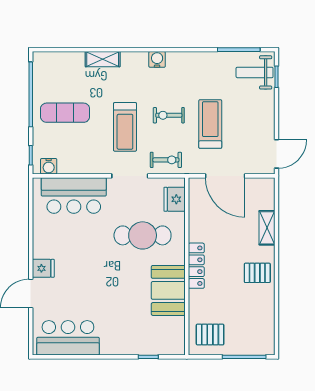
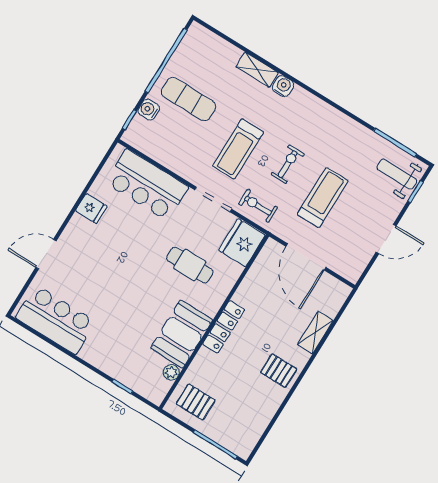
water cooler: (157, 59) -> (283, 86), moved
exercise bike: (169, 115) -> (288, 164), turned 90
door: (276, 154) -> (386, 239), moved
exercise bike: (166, 160) -> (258, 206), turned 180
water cooler: (49, 166) -> (149, 109), moved, turned 90
fridge: (175, 199) -> (242, 243), width x1.36, depth x1.34
cafe table: (143, 235) -> (190, 265), width x0.73, depth x0.74
fridge: (43, 268) -> (91, 208), moved
plant: (178, 324) -> (171, 372), added

